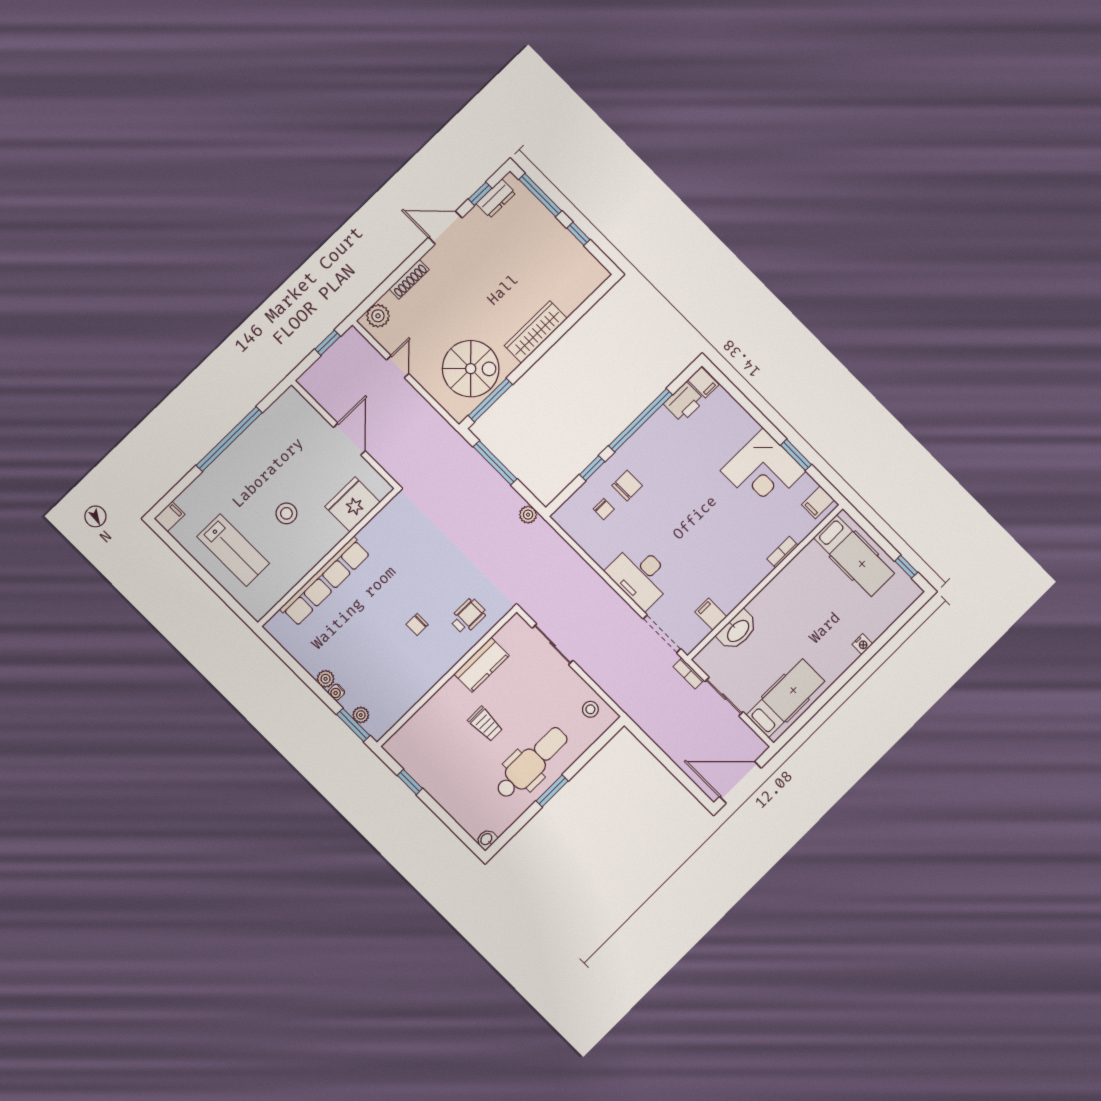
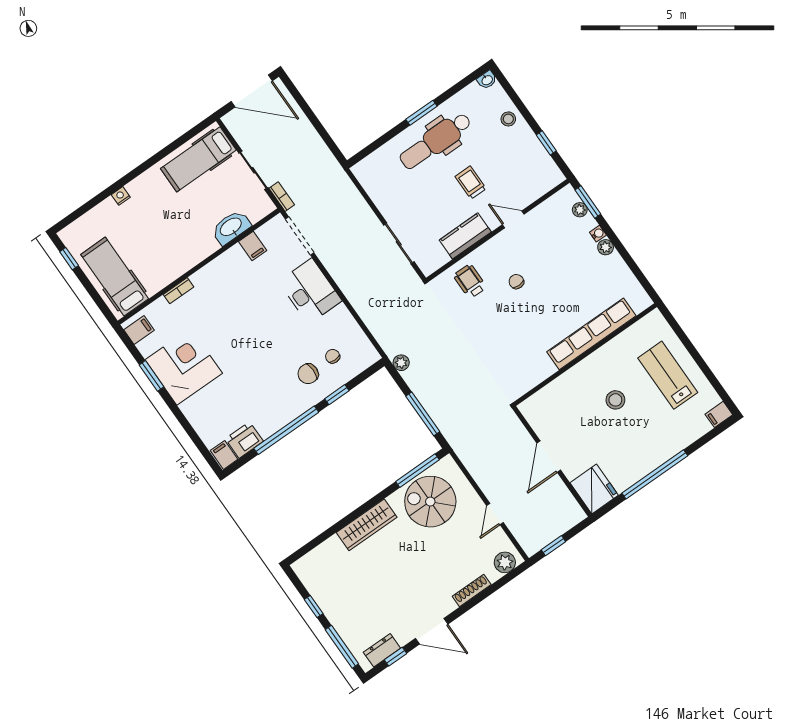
fridge: (353, 504) -> (594, 489), moved, turned -90
wheelchair: (468, 616) -> (470, 281), turned 90
chair: (417, 624) -> (516, 282), turned -90
door: (432, 692) -> (513, 219), added
stool: (590, 709) -> (508, 119), moved

